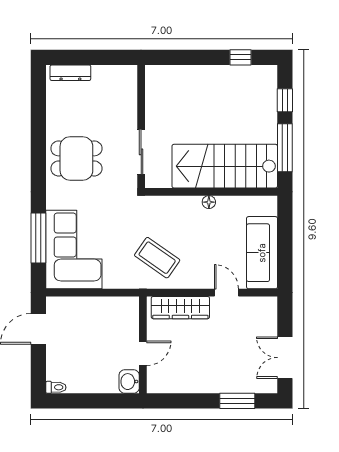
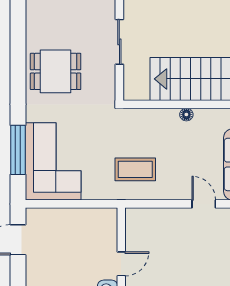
sliding door: (141, 152) -> (119, 42), moved
coffee table: (157, 258) -> (135, 169), turned -35
wardrobe: (180, 308) -> (158, 219), removed

